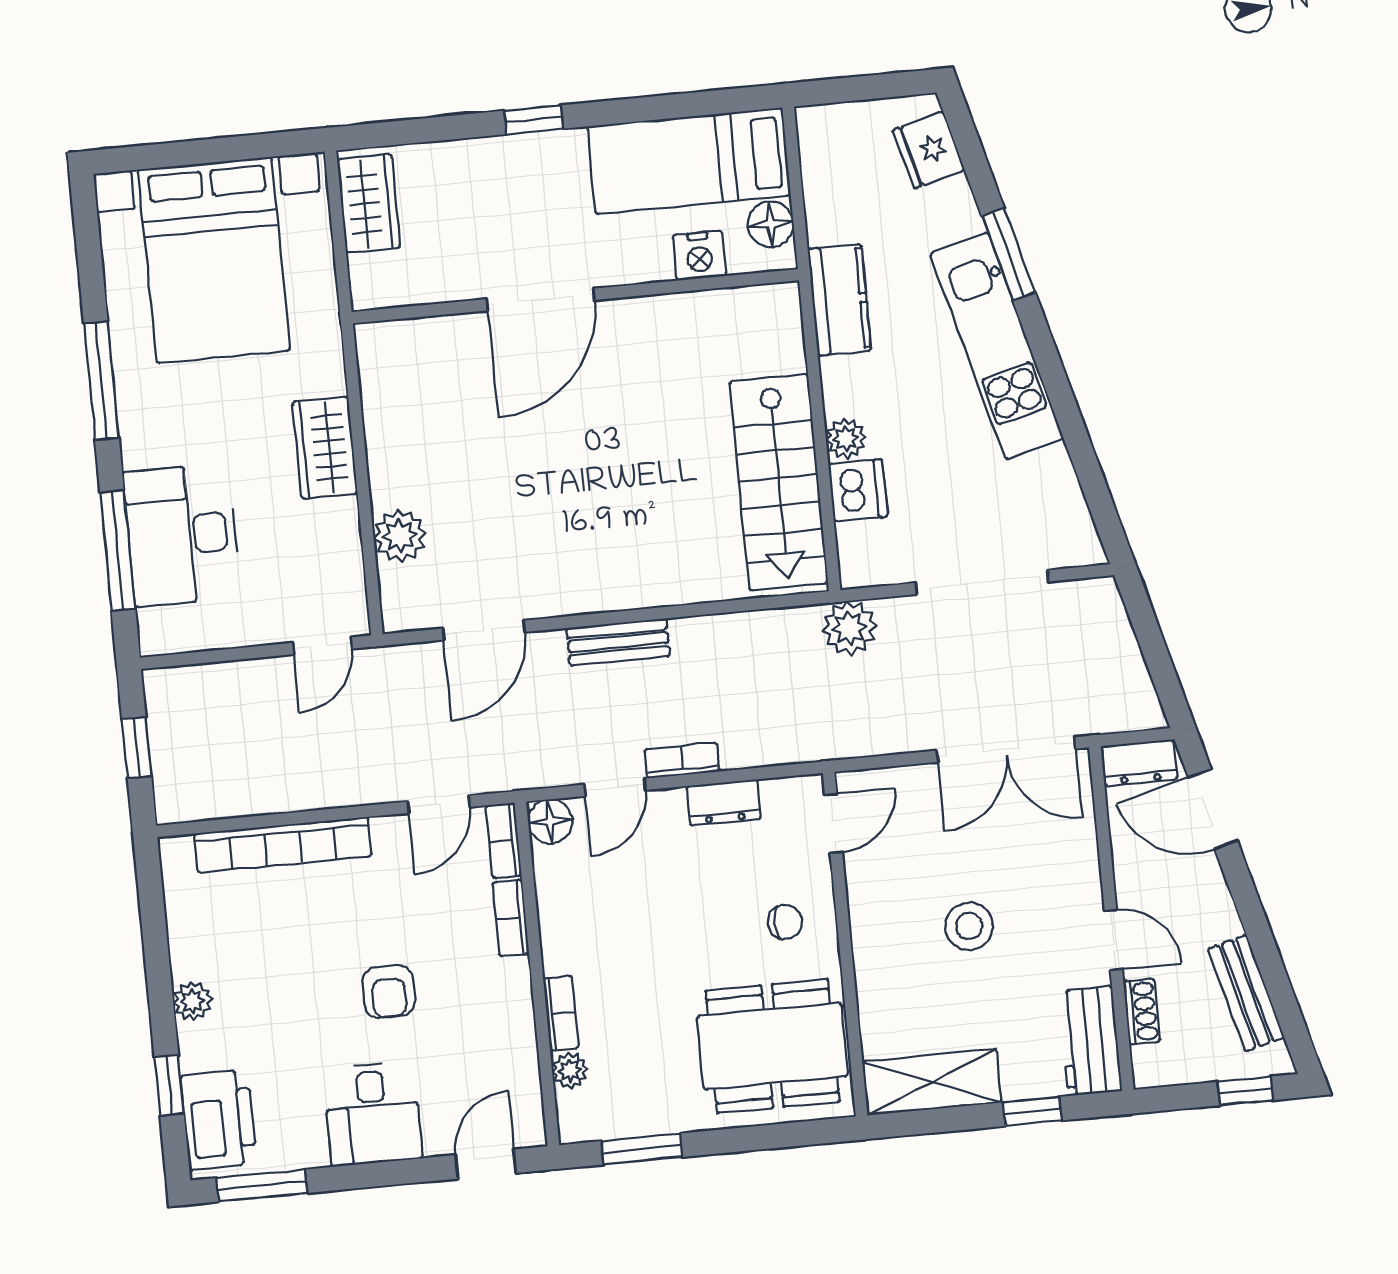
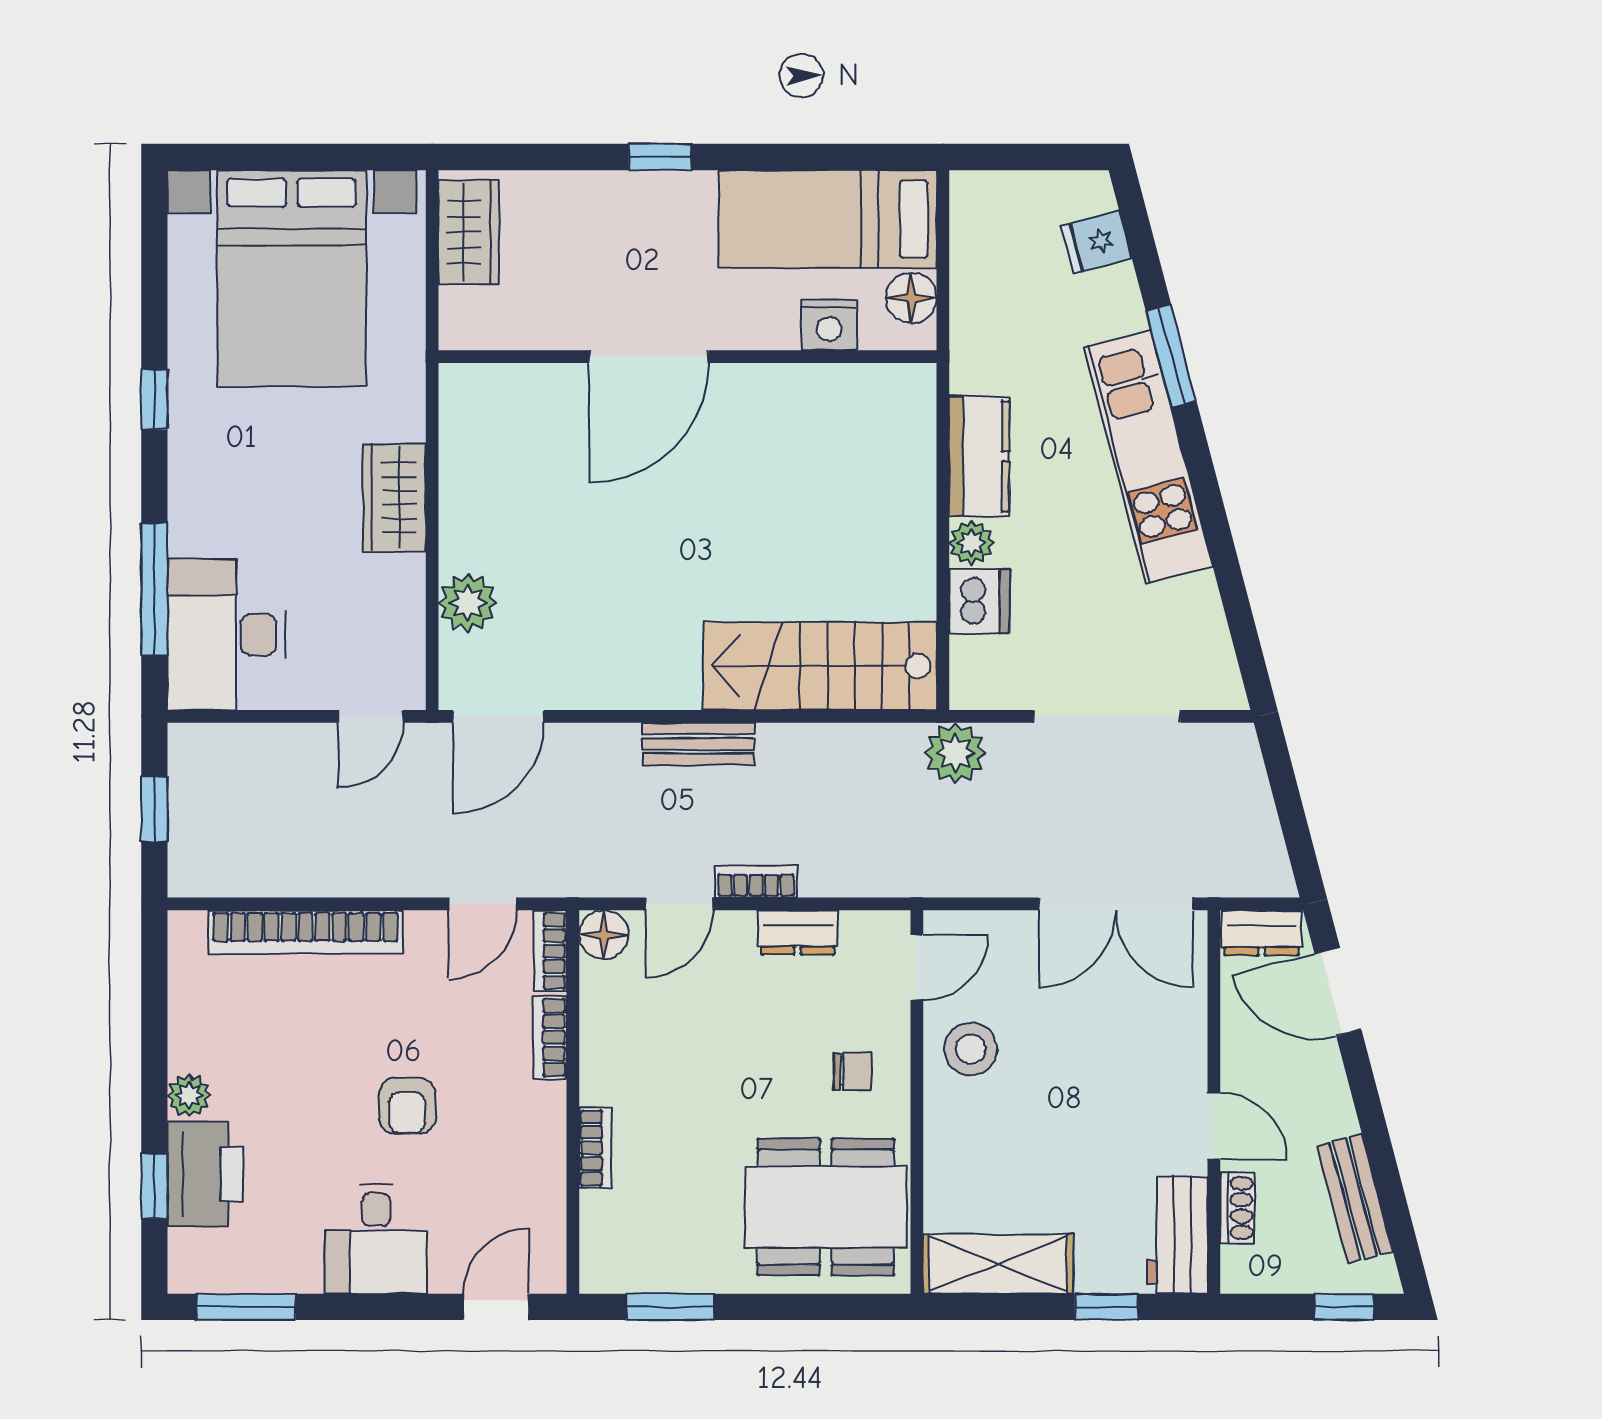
fridge: (929, 150) -> (1096, 242), width x0.72
kitchen counter: (839, 300) -> (979, 456), moved
window: (101, 380) -> (154, 399), width x0.46
stairs: (779, 482) -> (820, 666), moved, turned 90
desk: (182, 535) -> (227, 635), moved
door: (484, 630) -> (498, 716), moved
stool: (969, 926) -> (971, 1049), moved
plant: (570, 1071) -> (599, 1212), removed
printer: (219, 1120) -> (205, 1174), moved

